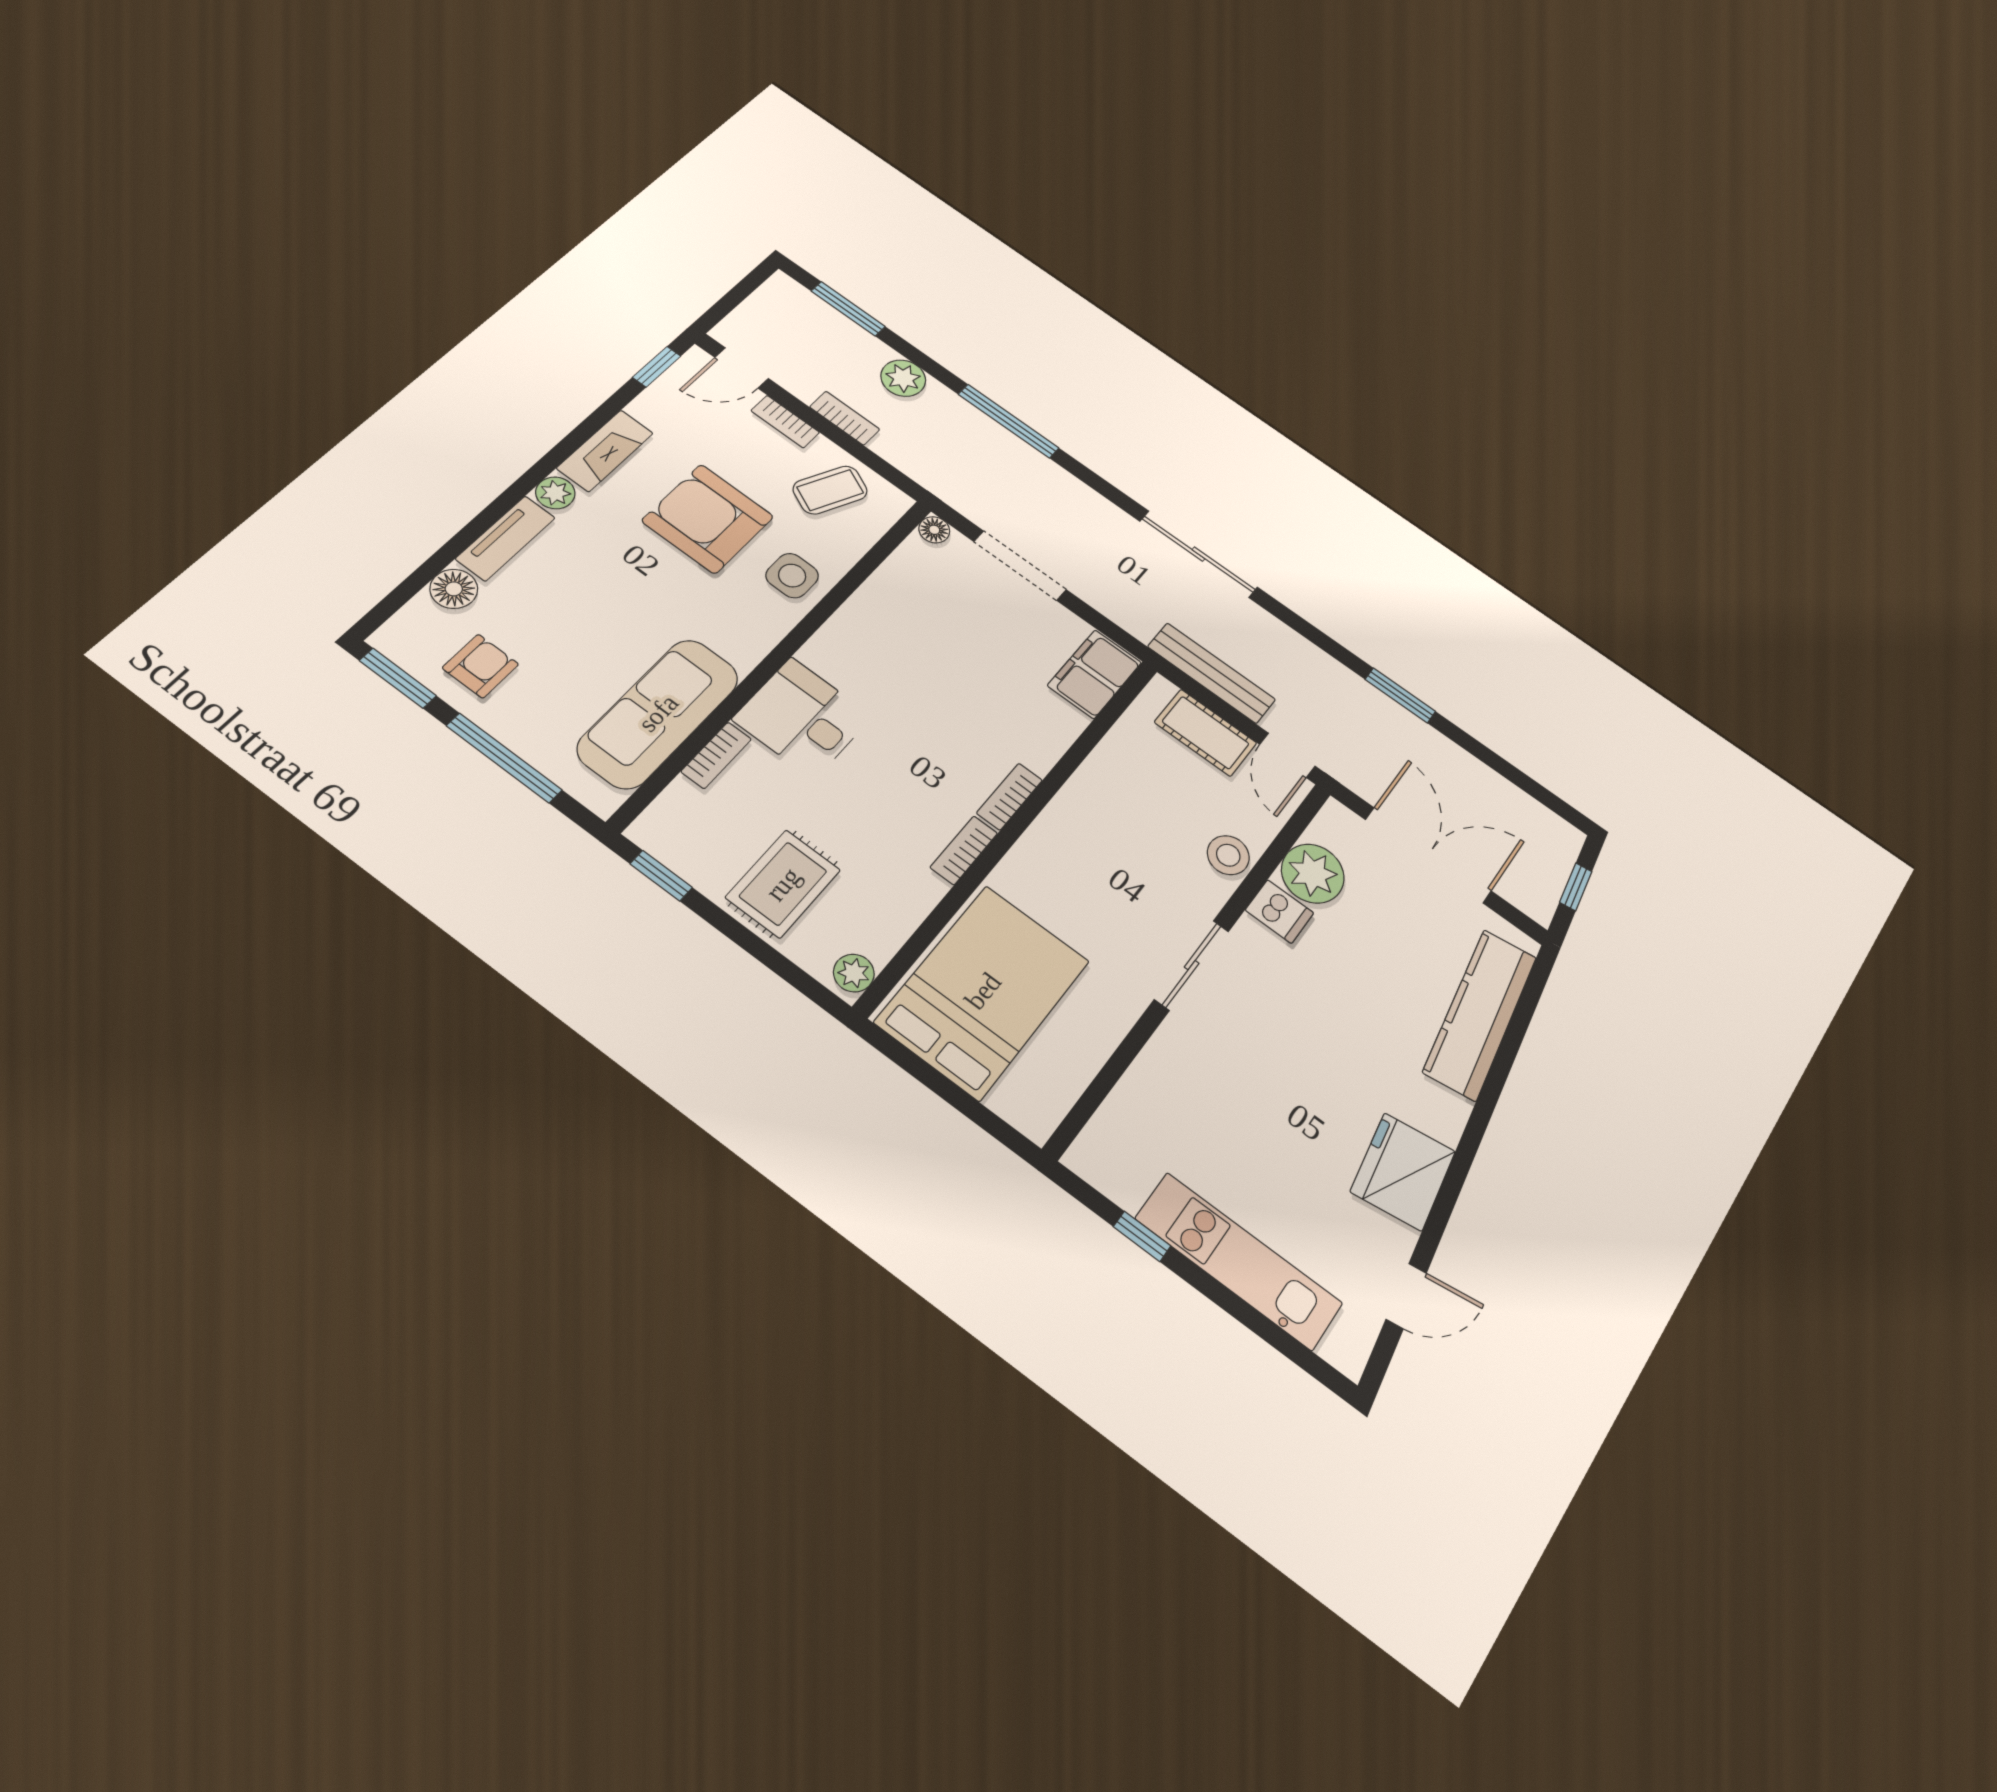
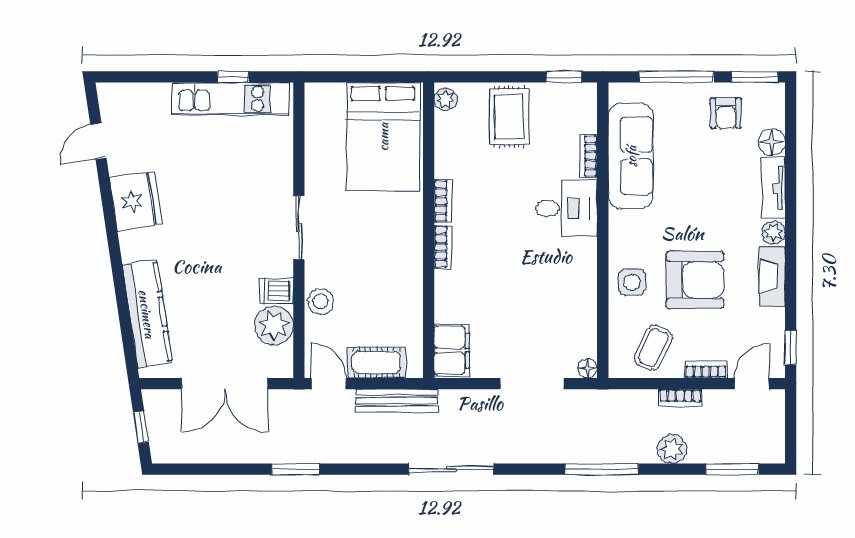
kitchen unit: (1239, 1261) -> (231, 99), moved

